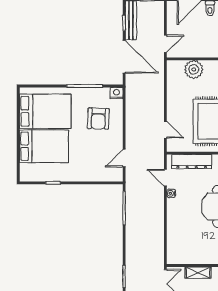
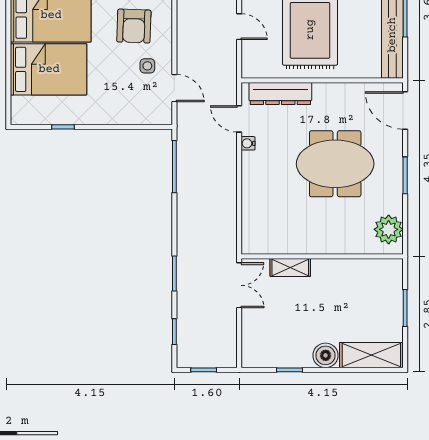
door: (165, 130) -> (239, 27), moved
side table: (107, 144) -> (147, 66), added
door: (124, 158) -> (174, 88), swing flipped

